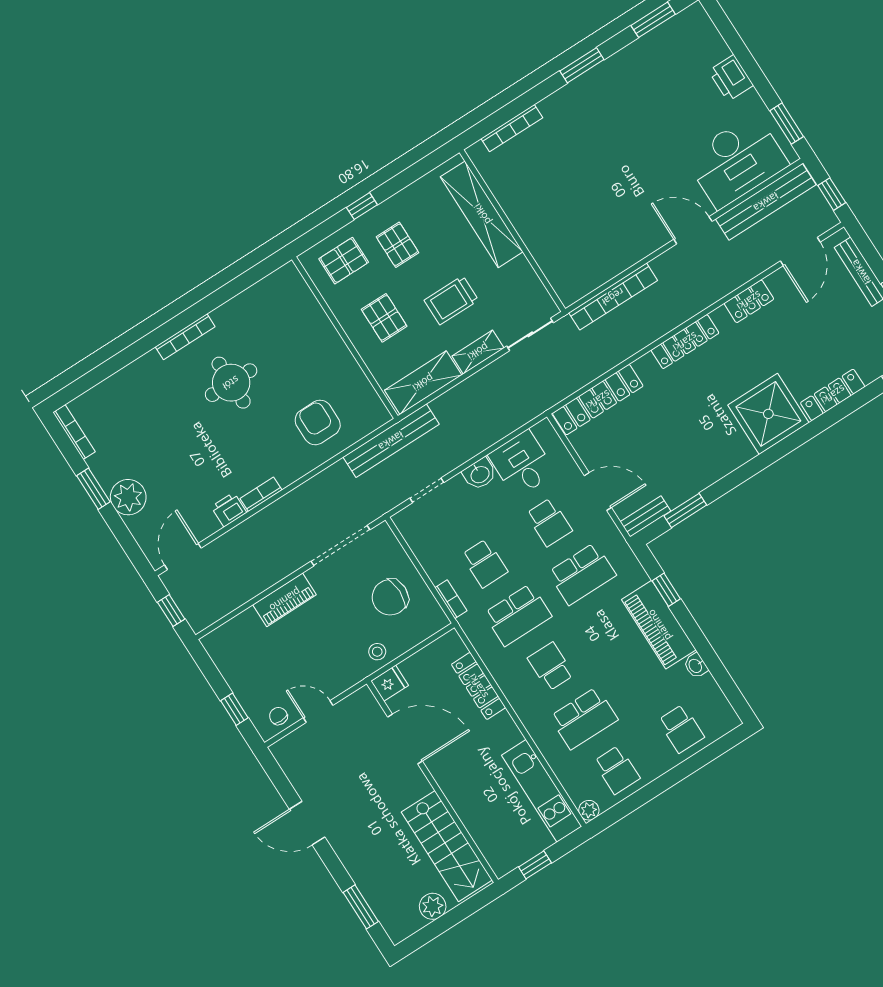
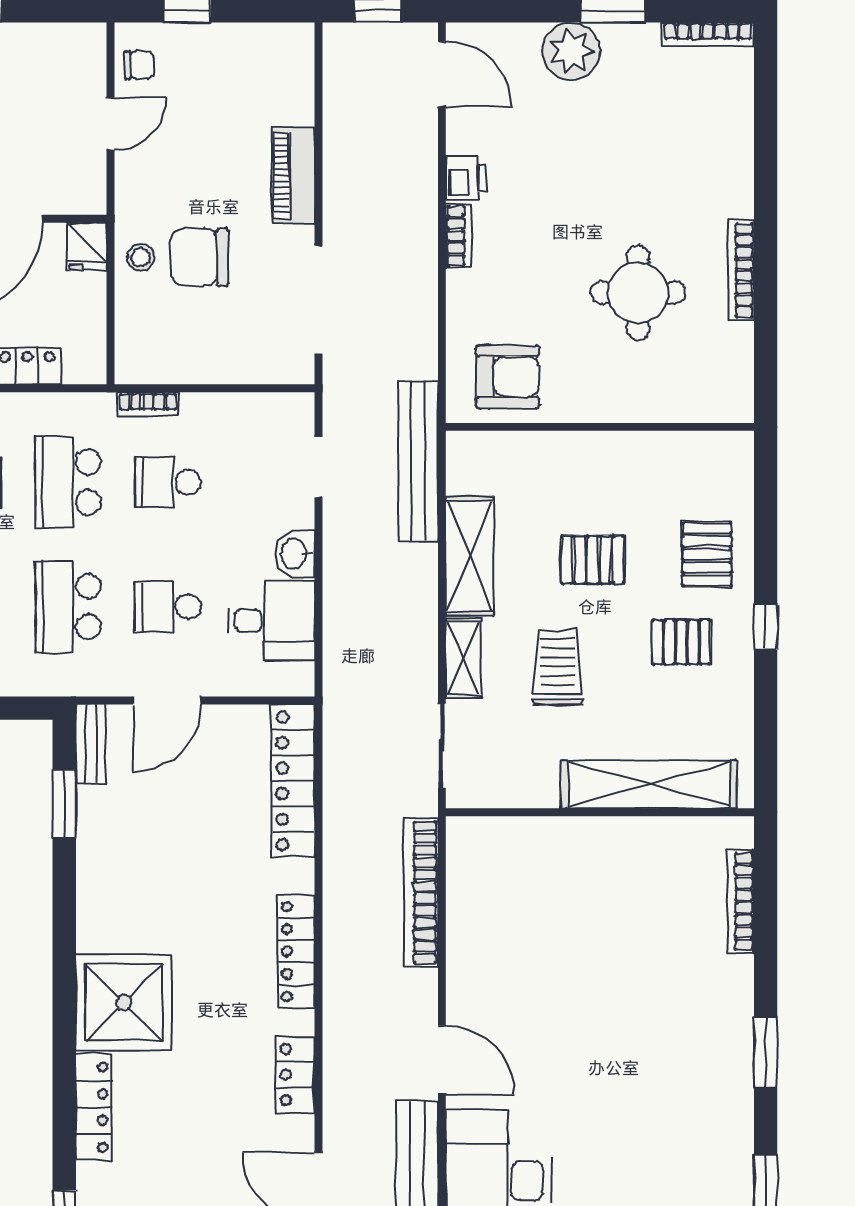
door: (693, 230) -> (442, 1060), hinge flipped
wall: (345, 338) -> (600, 427), moved
chair: (390, 597) -> (199, 257), moved, turned -90

